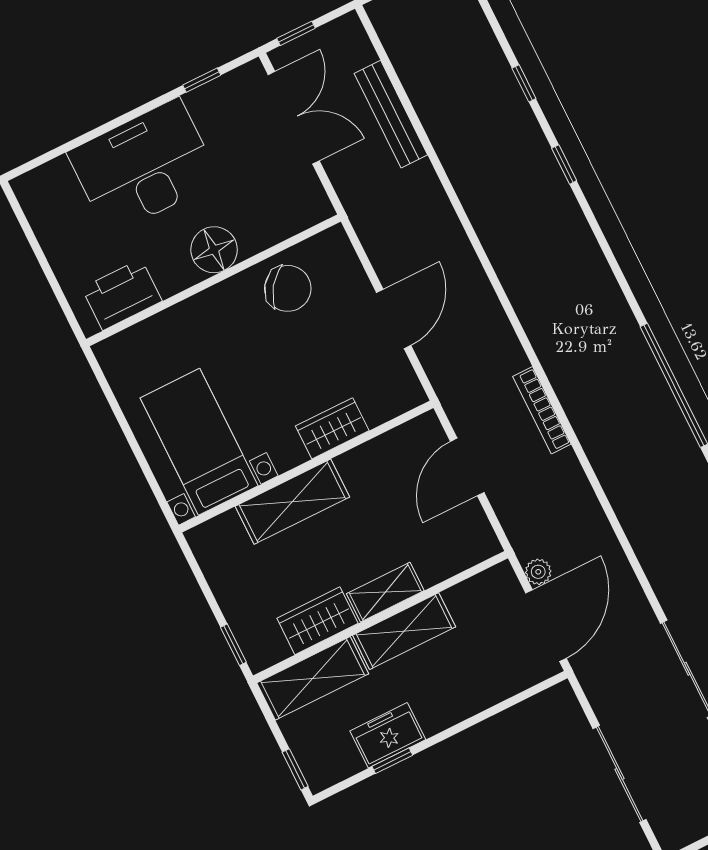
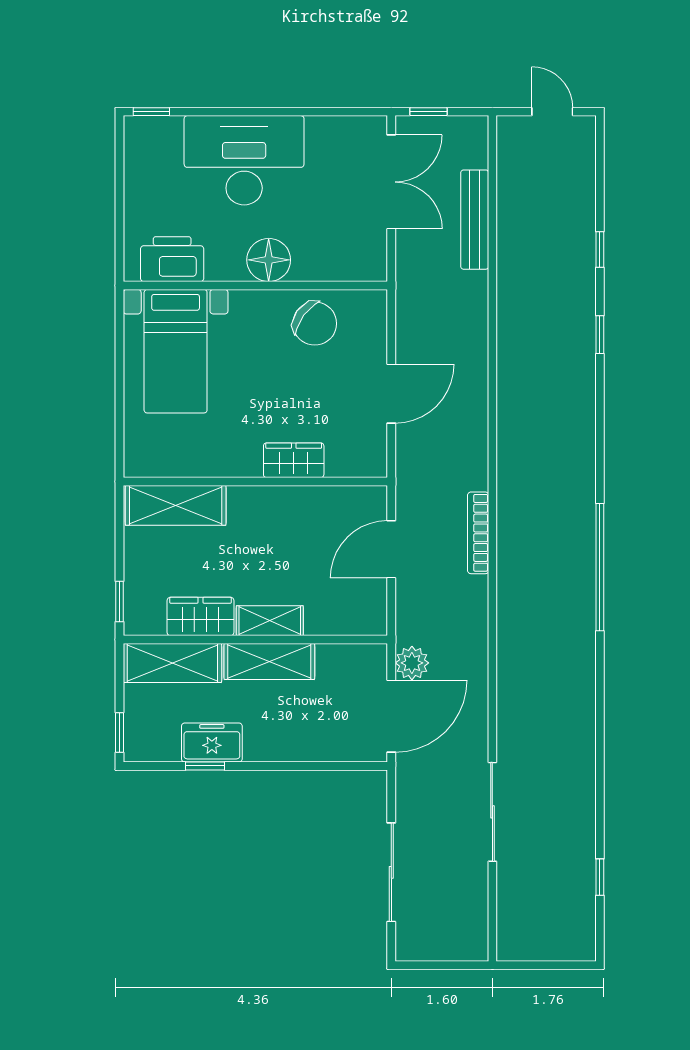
window: (202, 80) -> (151, 112), moved
bed with nightstands: (199, 442) -> (176, 351), moved, turned 180
shelving: (292, 502) -> (176, 505), moved
plant: (538, 572) -> (412, 663), width x1.38, depth x1.38

